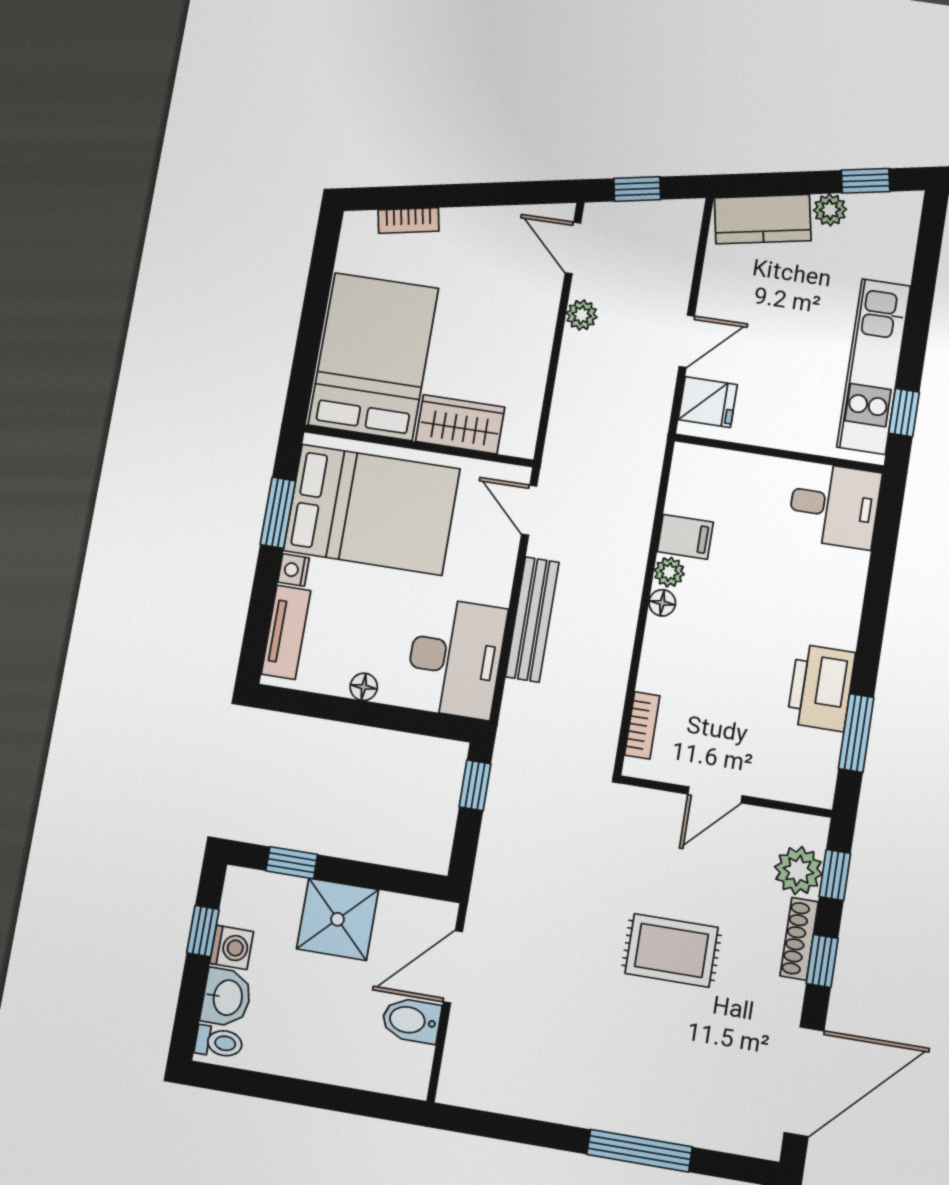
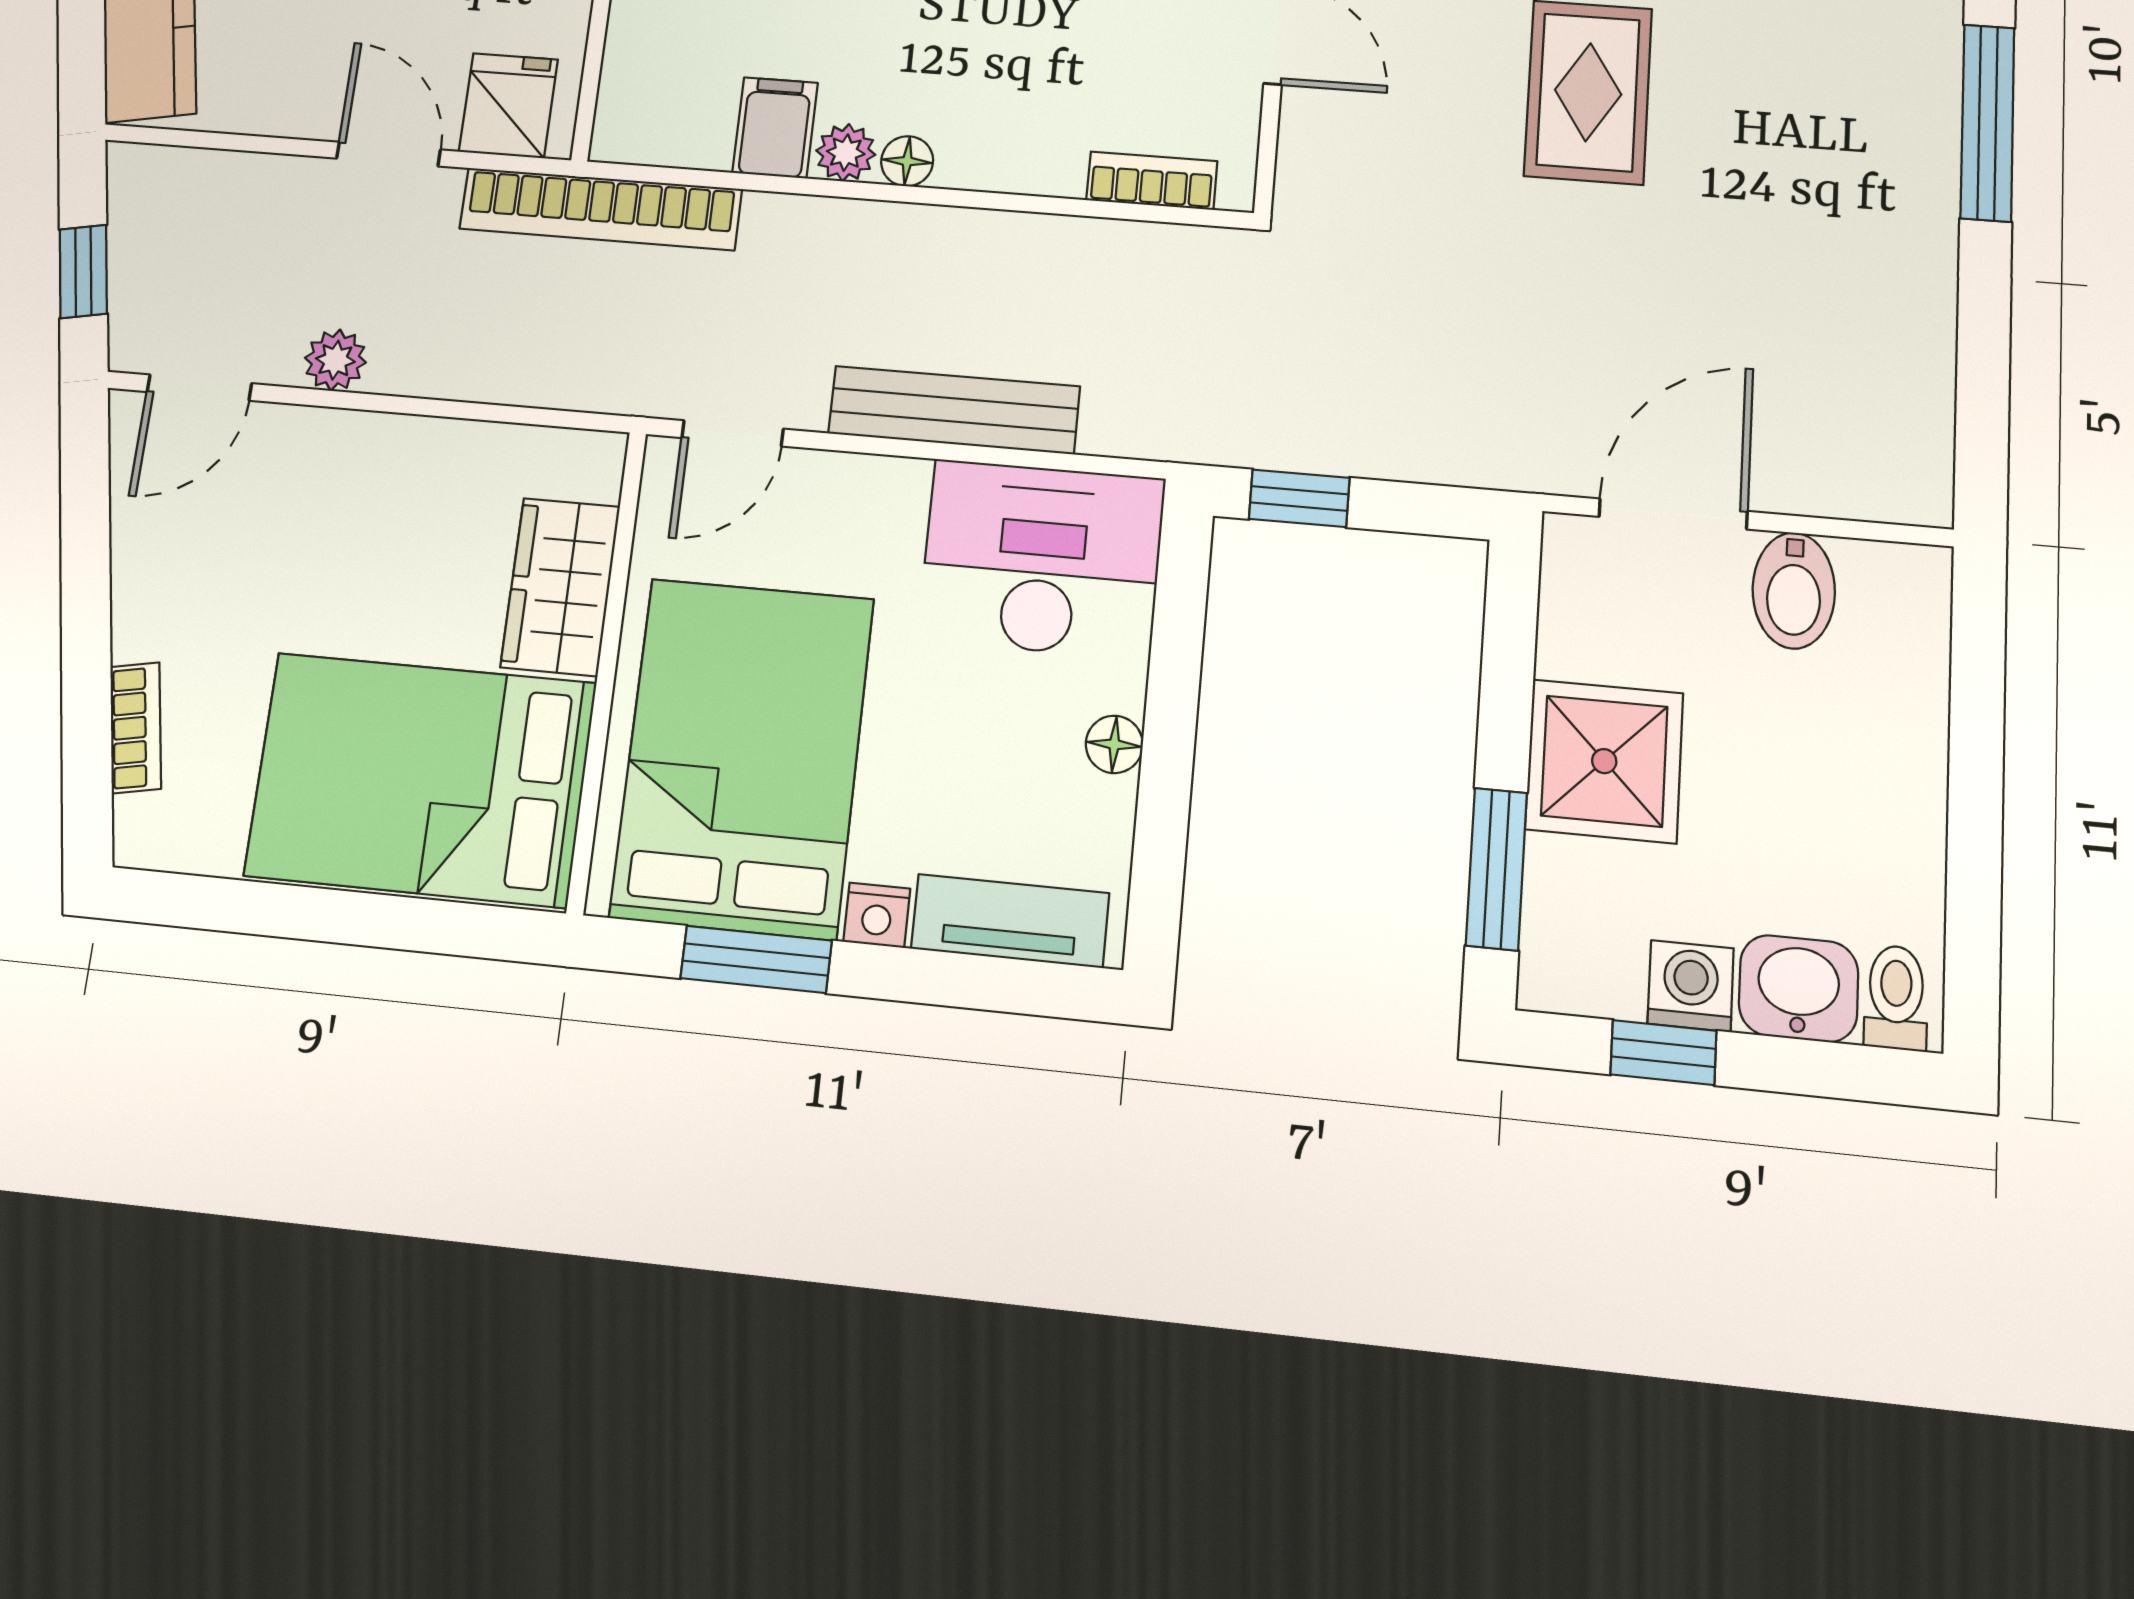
bookcase: (649, 448) -> (601, 209), added
window: (292, 863) -> (1496, 869), width x1.50
door: (453, 967) -> (1673, 514), swing flipped

